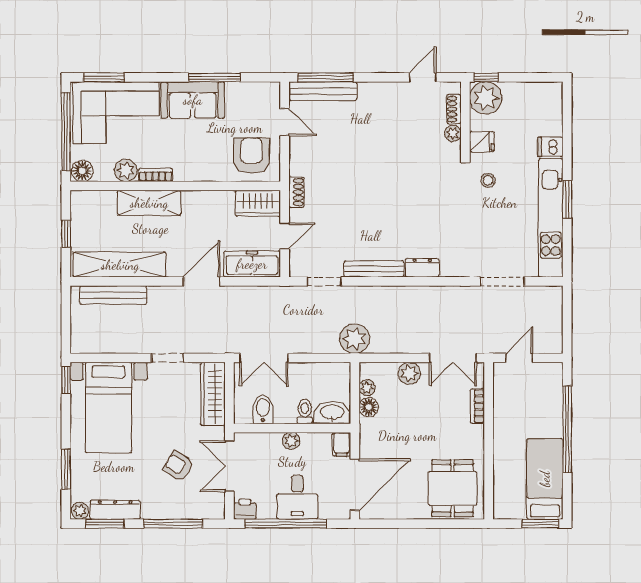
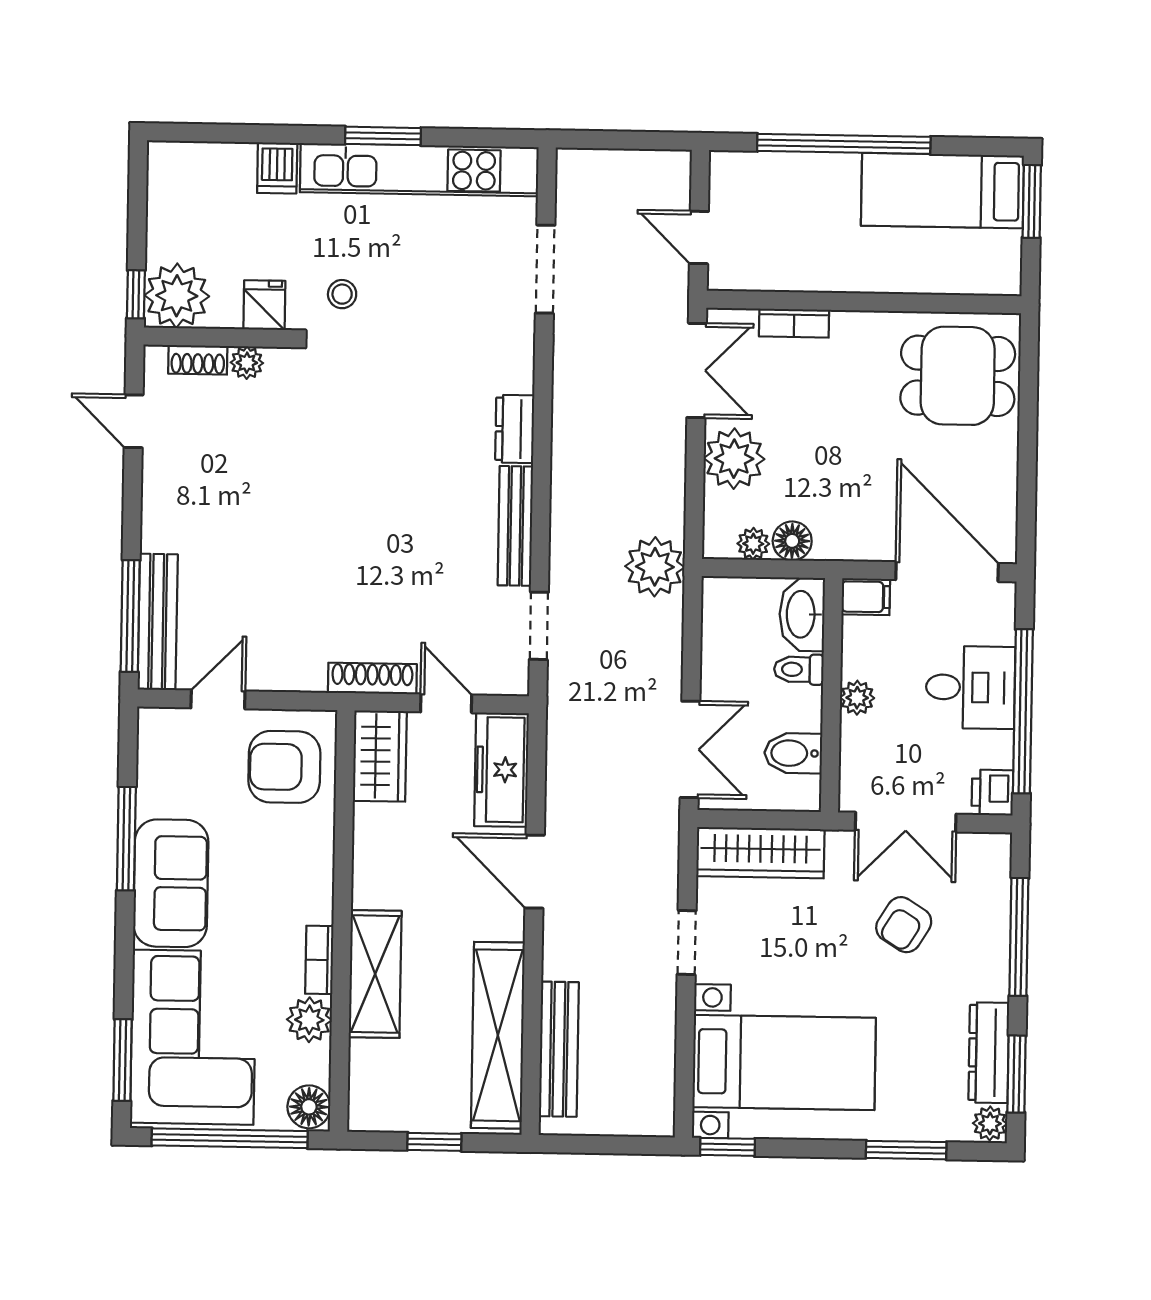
shoe rack: (296, 192) -> (372, 679), width x1.43
plant: (409, 373) -> (734, 459), width x1.36, depth x1.36

